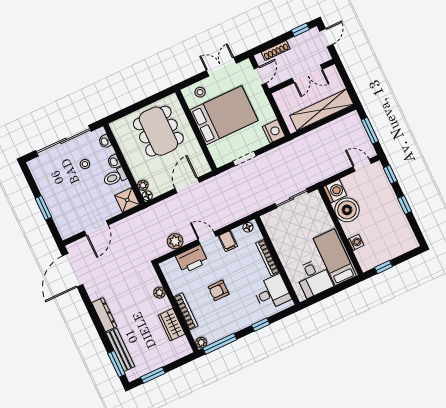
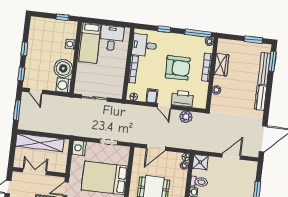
armchair: (219, 291) -> (178, 68), width x1.88, depth x1.88

